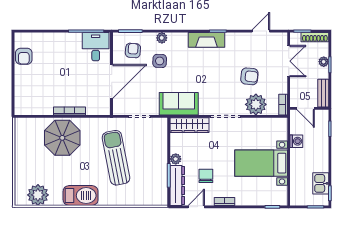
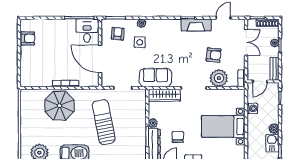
fireplace: (207, 40) -> (196, 25), moved
armchair: (24, 56) -> (28, 38), turned -90
door: (112, 81) -> (100, 59), swing flipped
door: (306, 108) -> (260, 81), hinge flipped
boiler: (323, 166) -> (274, 129), added

